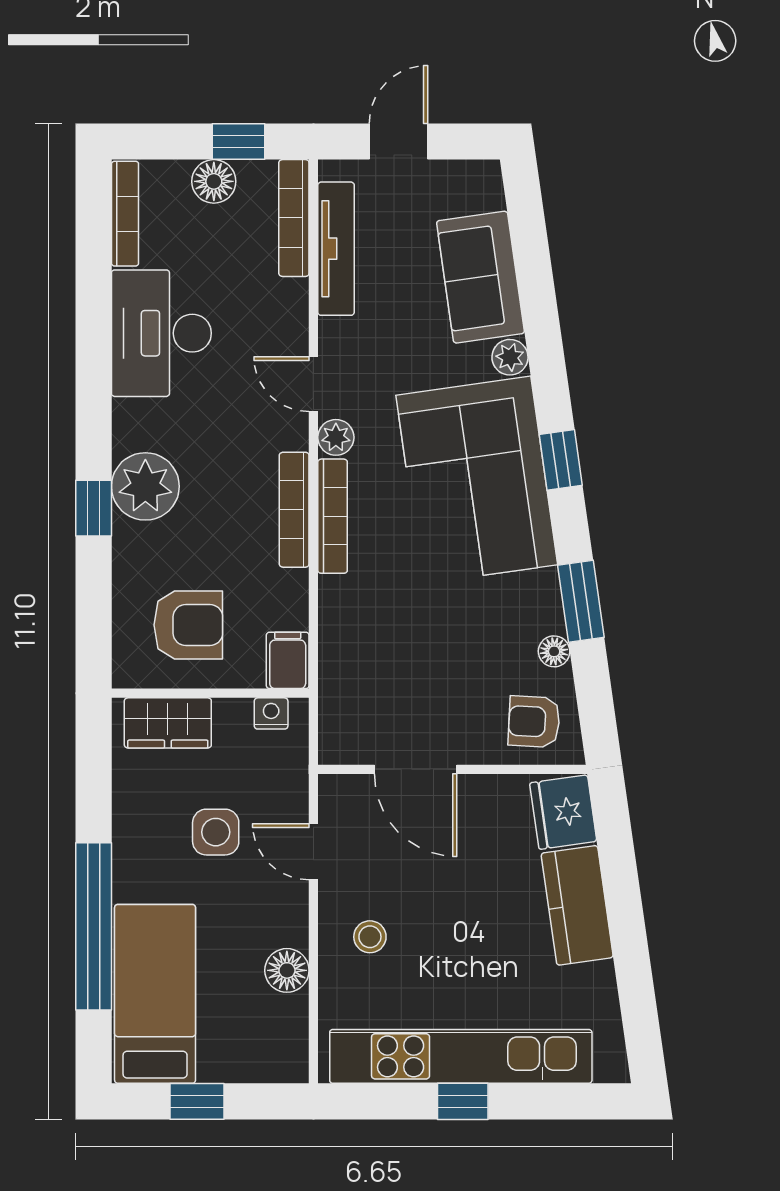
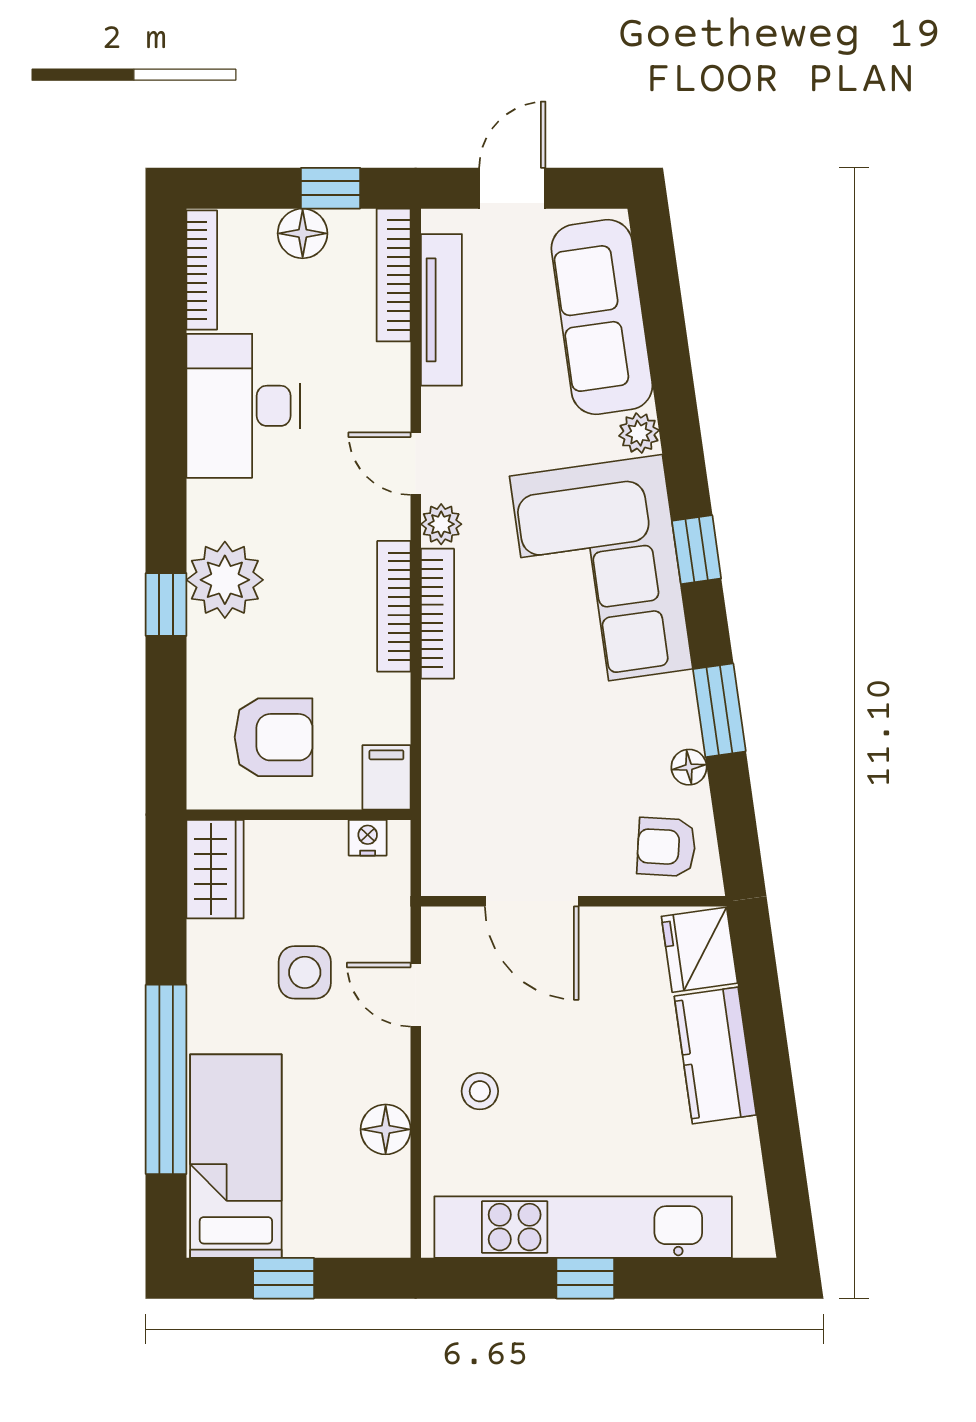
sofa: (480, 277) -> (602, 317), width x1.36
wardrobe: (168, 723) -> (215, 869), moved, turned -90

